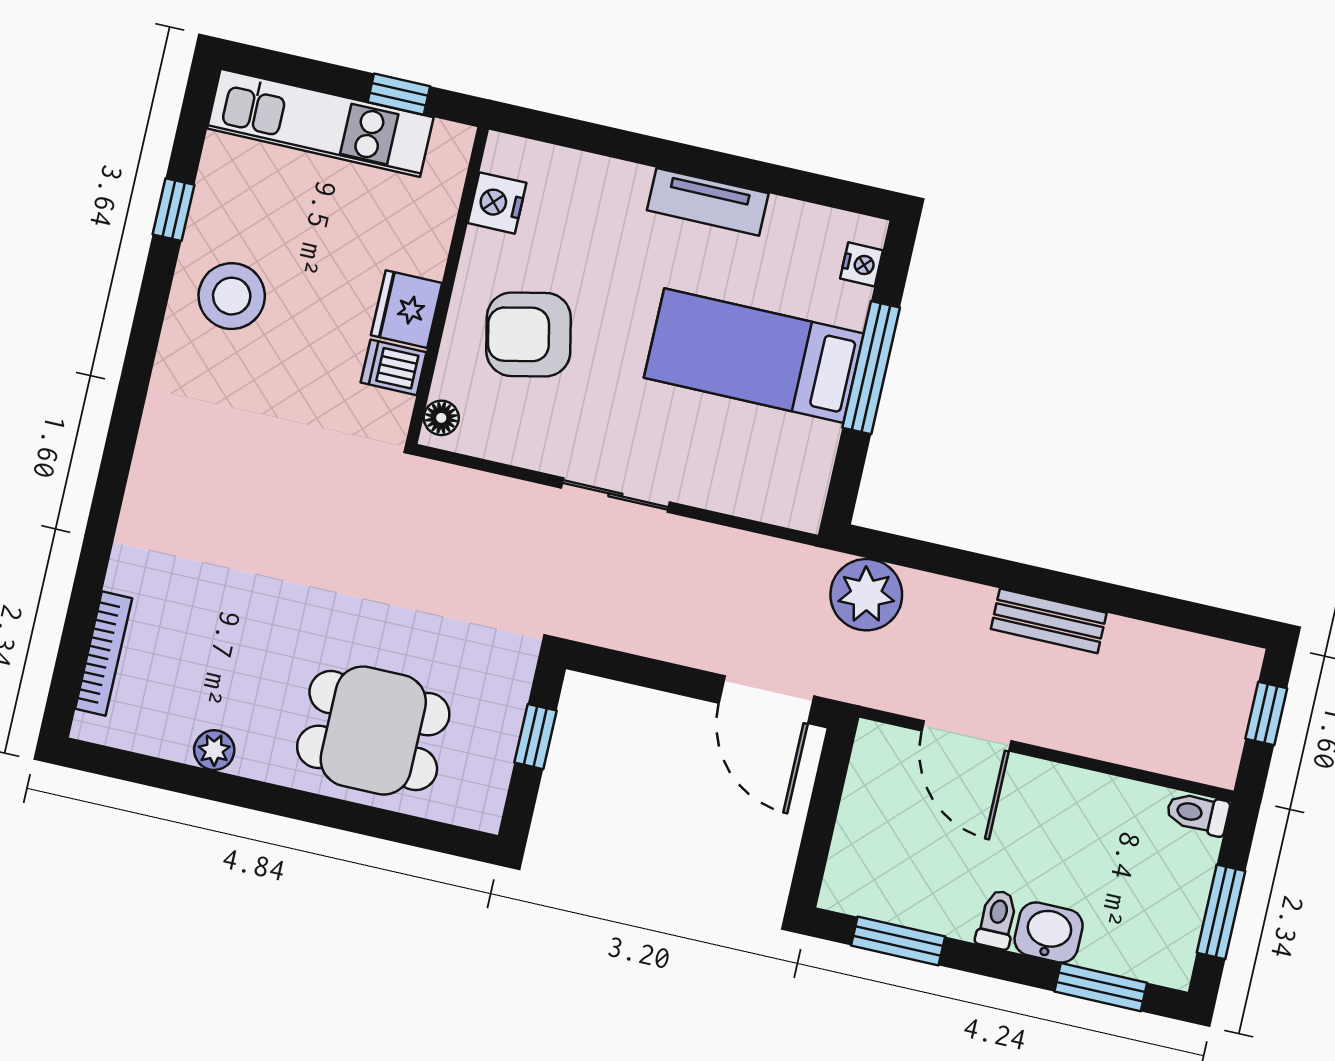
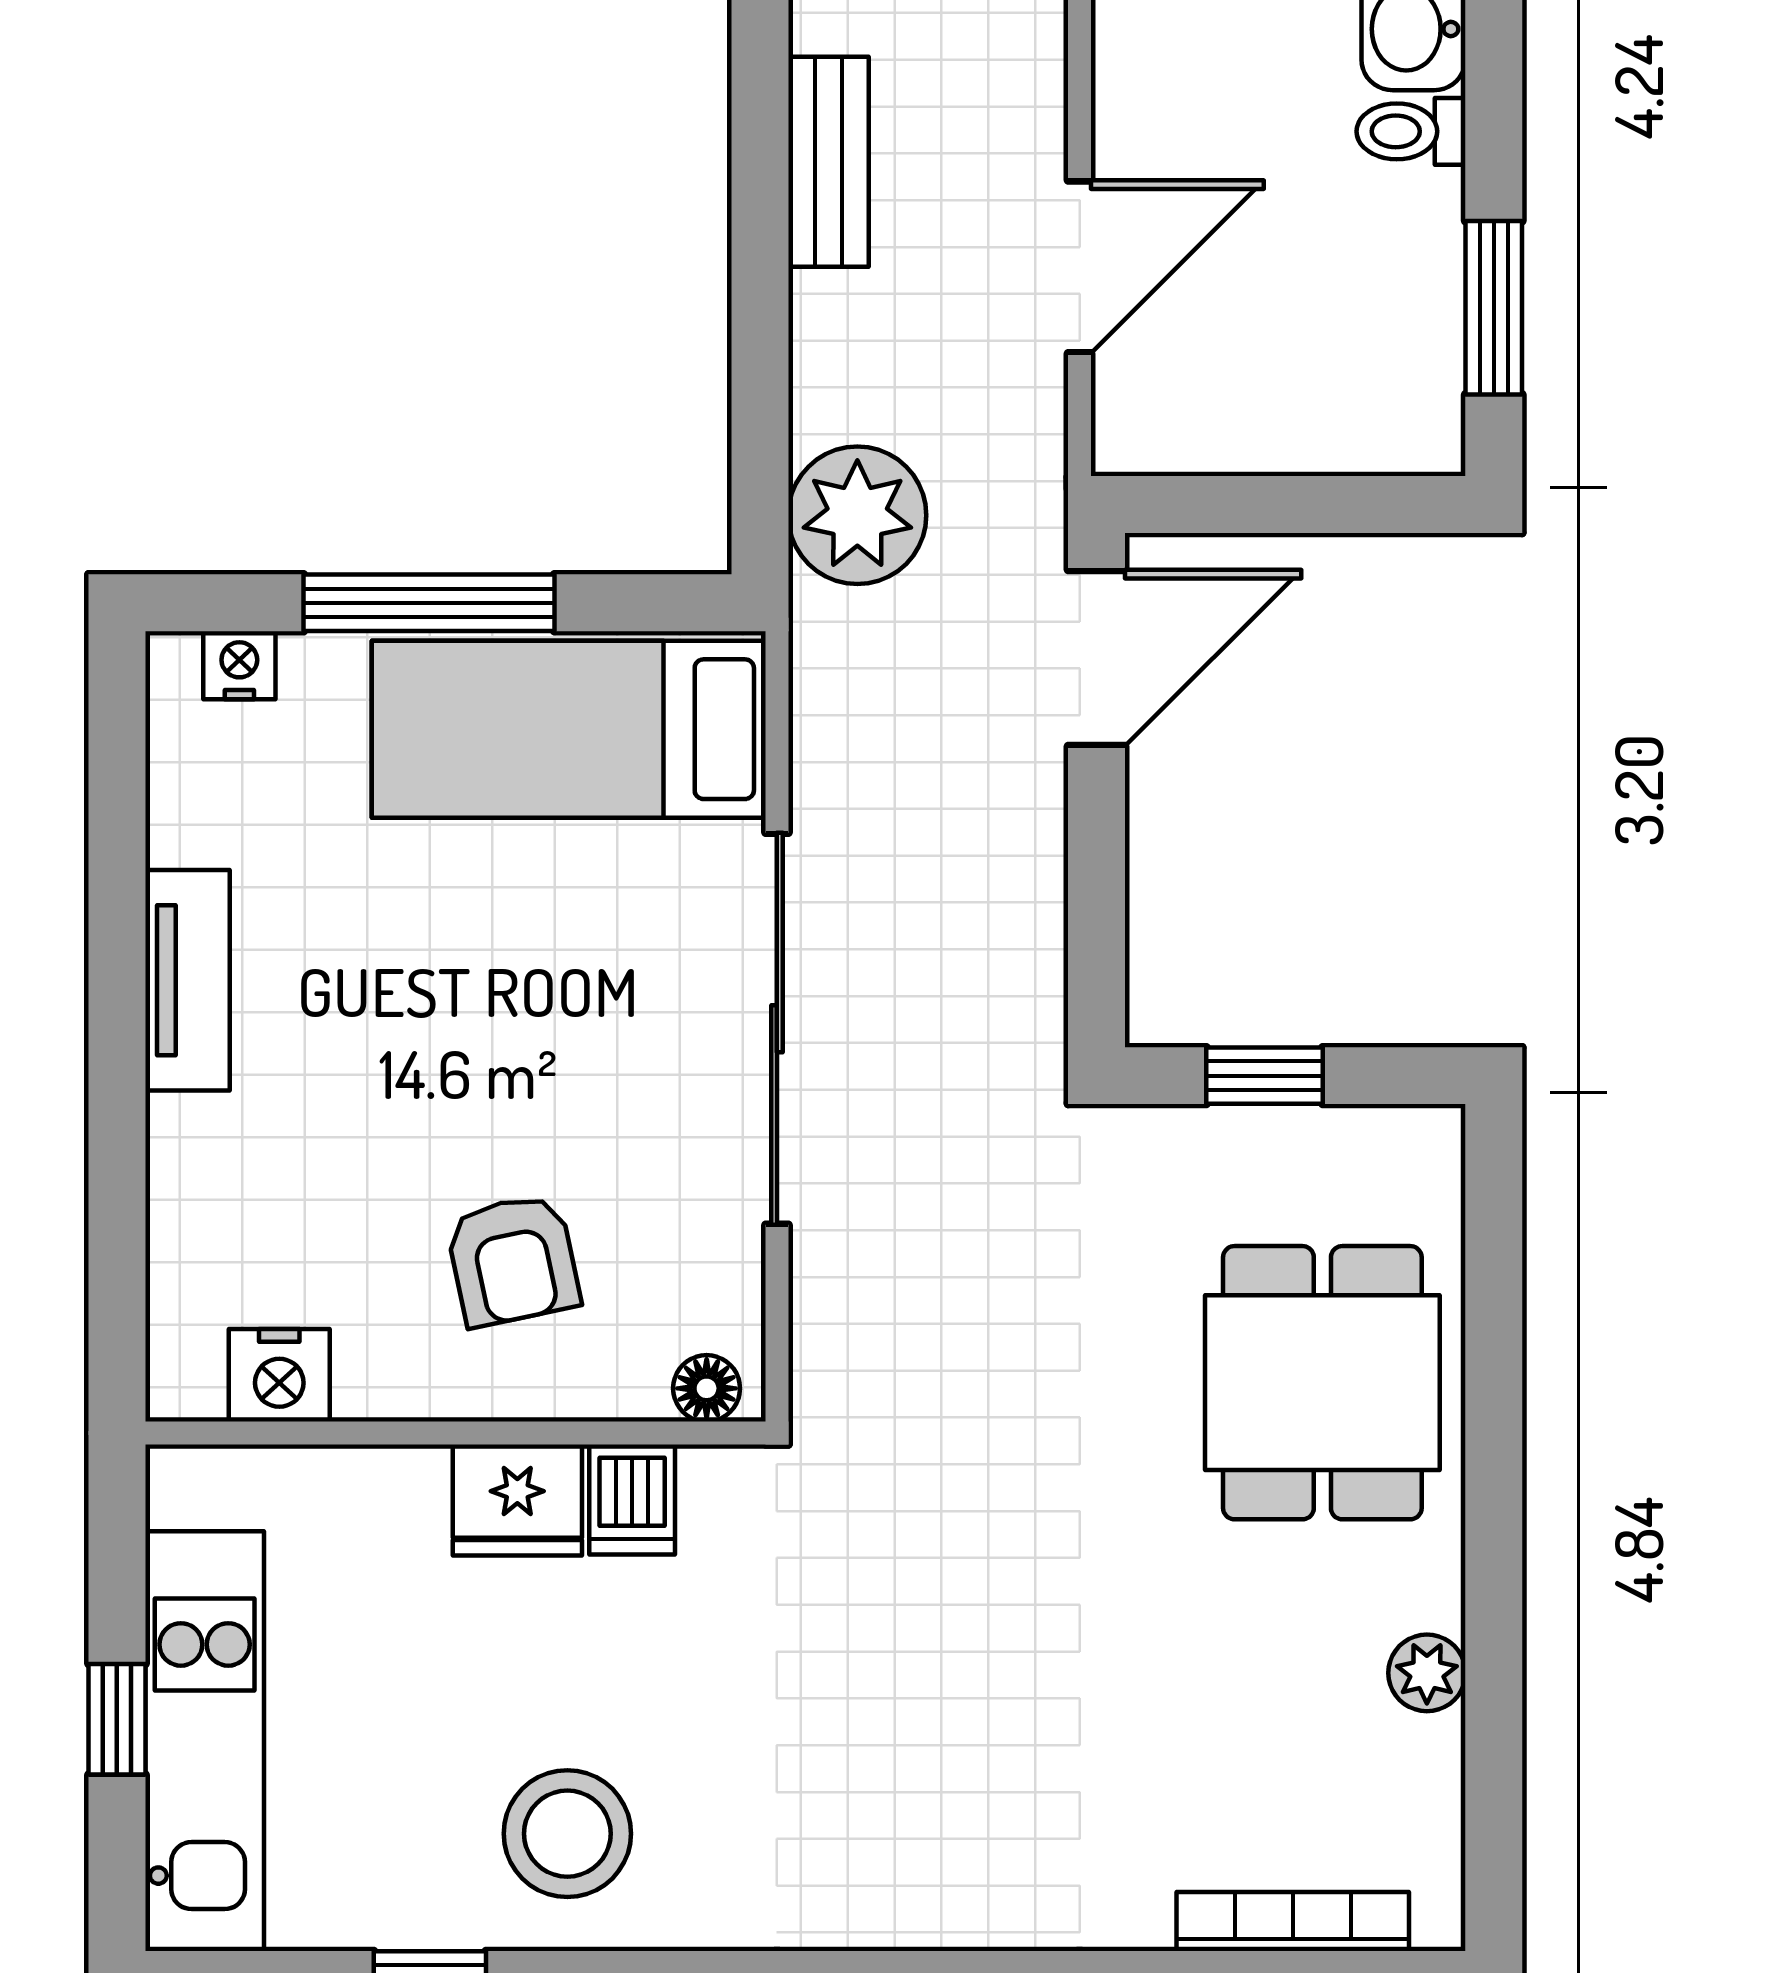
window: (399, 94) -> (117, 1719), moved
armchair: (529, 334) -> (513, 1260), width x0.72, depth x0.72
bed: (754, 356) -> (569, 729), moved, turned 90
sliding door: (615, 495) -> (777, 1029), width x1.86

